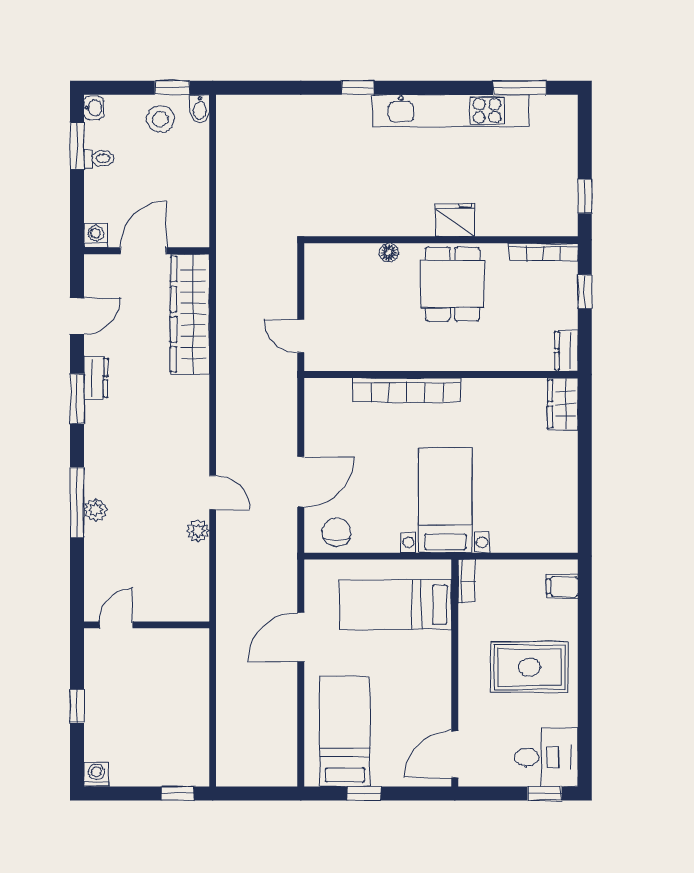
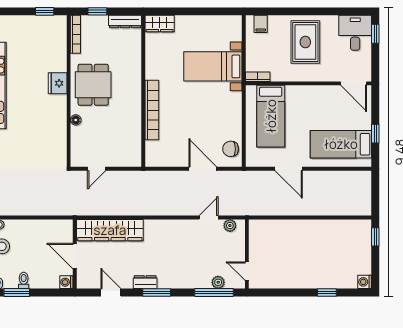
dining table: (452, 284) -> (93, 85), turned 90
door: (301, 336) -> (97, 169), moved
dresser: (566, 351) -> (125, 22), width x1.44
bed with nightstands: (445, 500) -> (213, 66), moved
door: (116, 625) -> (247, 271), moved
wall: (147, 625) -> (247, 254), moved

